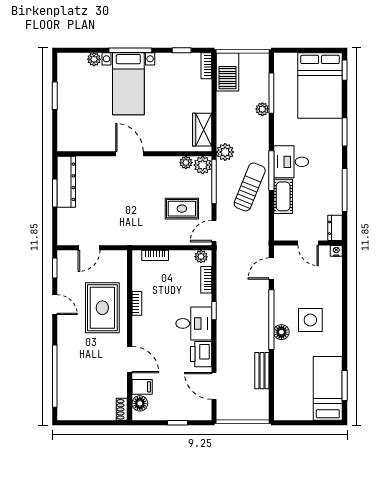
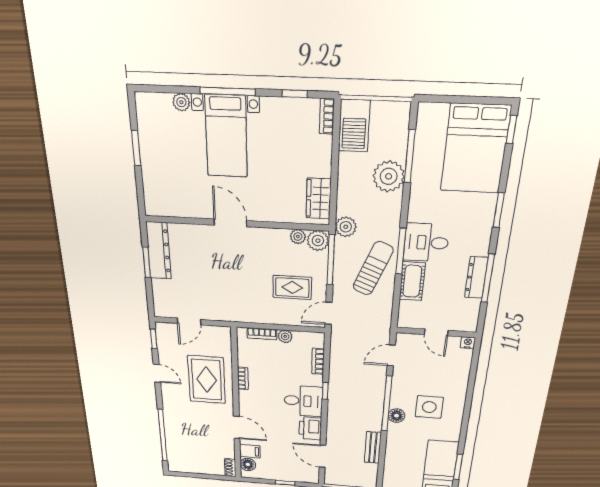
plant: (262, 109) -> (389, 176), width x1.88, depth x1.88
dresser: (335, 228) -> (476, 278), moved, width x1.44
plant: (201, 257) -> (285, 336), moved

